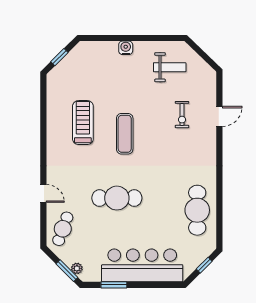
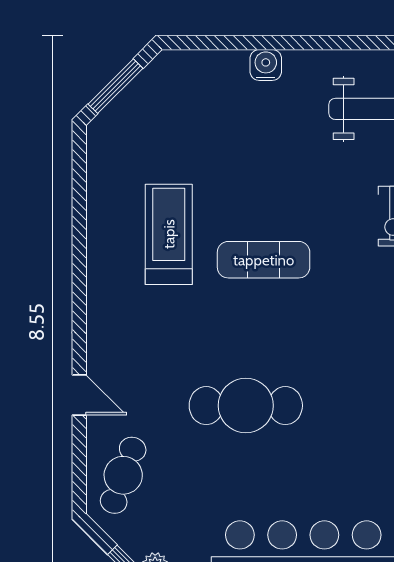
window: (59, 57) -> (115, 86), width x1.50
exercise mat: (125, 134) -> (264, 260), turned 90

